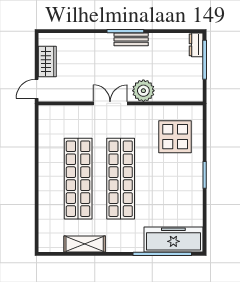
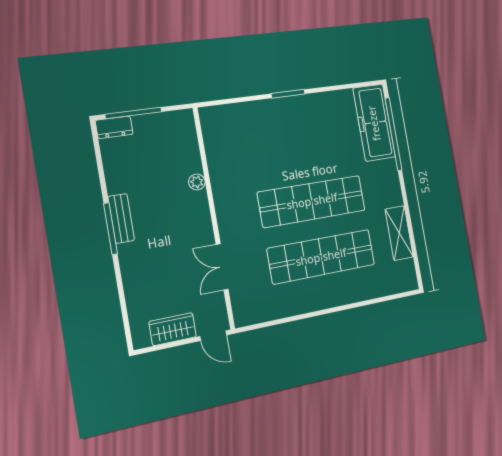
plant: (143, 91) -> (197, 182), width x0.53, depth x0.53
double door: (110, 103) -> (222, 267), moved
display table: (175, 137) -> (246, 139), removed

